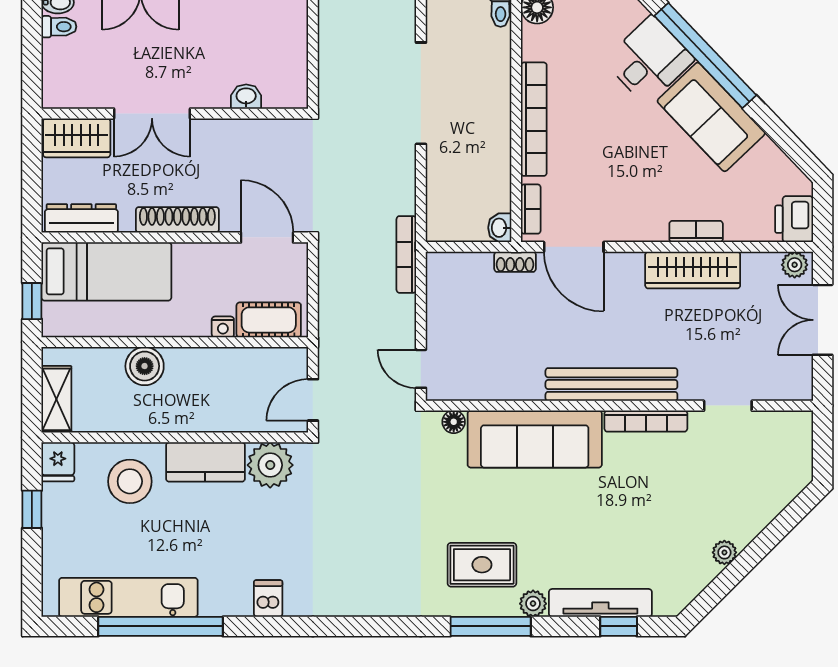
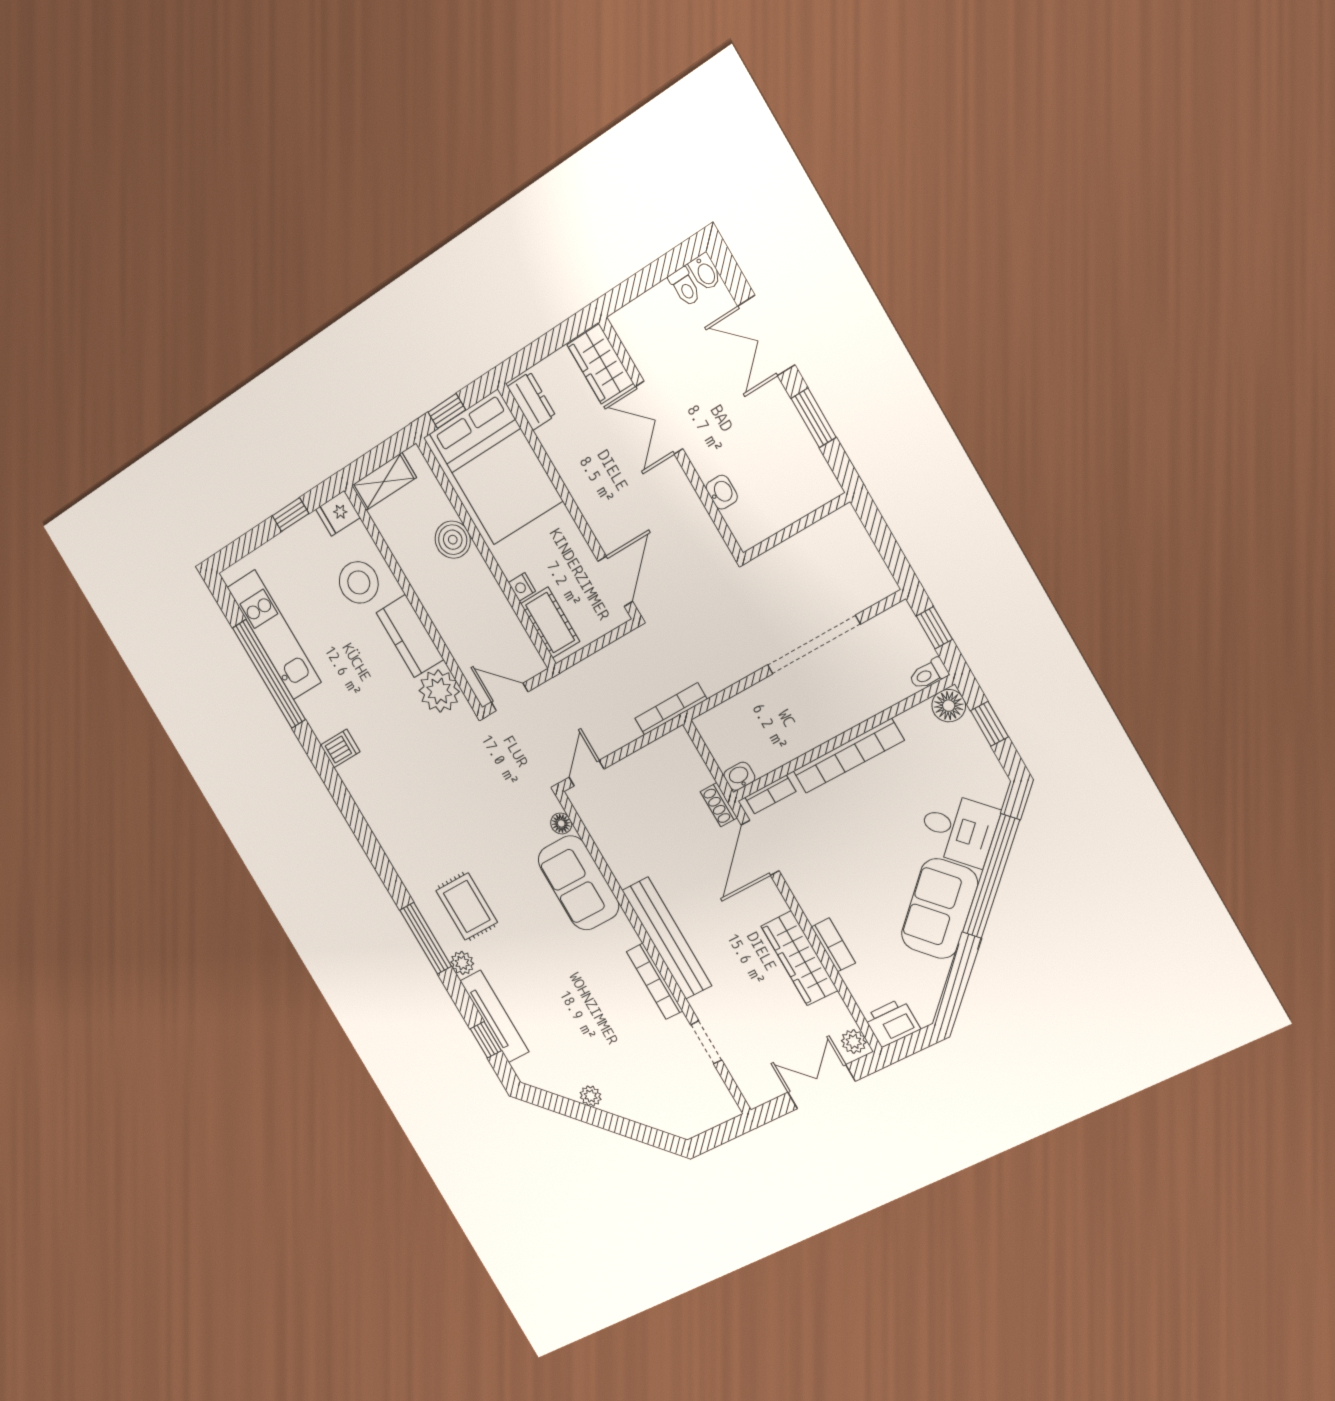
dresser: (81, 218) -> (531, 401), width x0.70
shoe rack: (177, 220) -> (584, 495), removed
bed: (106, 271) -> (496, 467), width x1.50
sofa: (535, 439) -> (578, 883), width x0.73

